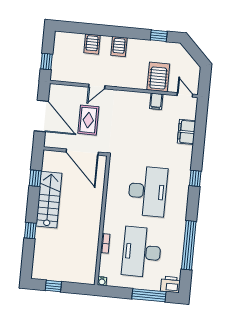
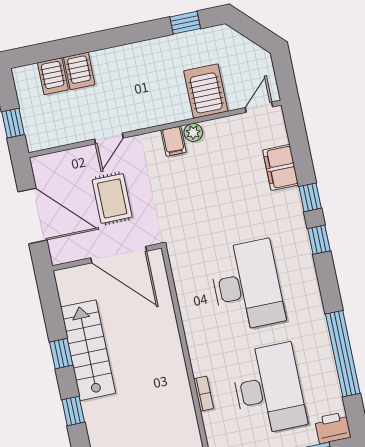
server rack: (119, 47) -> (53, 76), moved
door: (185, 95) -> (259, 107), hinge flipped
plant: (144, 98) -> (193, 132), added
filing cabinet: (156, 101) -> (173, 141), moved
window: (198, 153) -> (310, 197), added
window: (35, 178) -> (61, 354), moved
desk: (142, 252) -> (268, 389), turned 180

